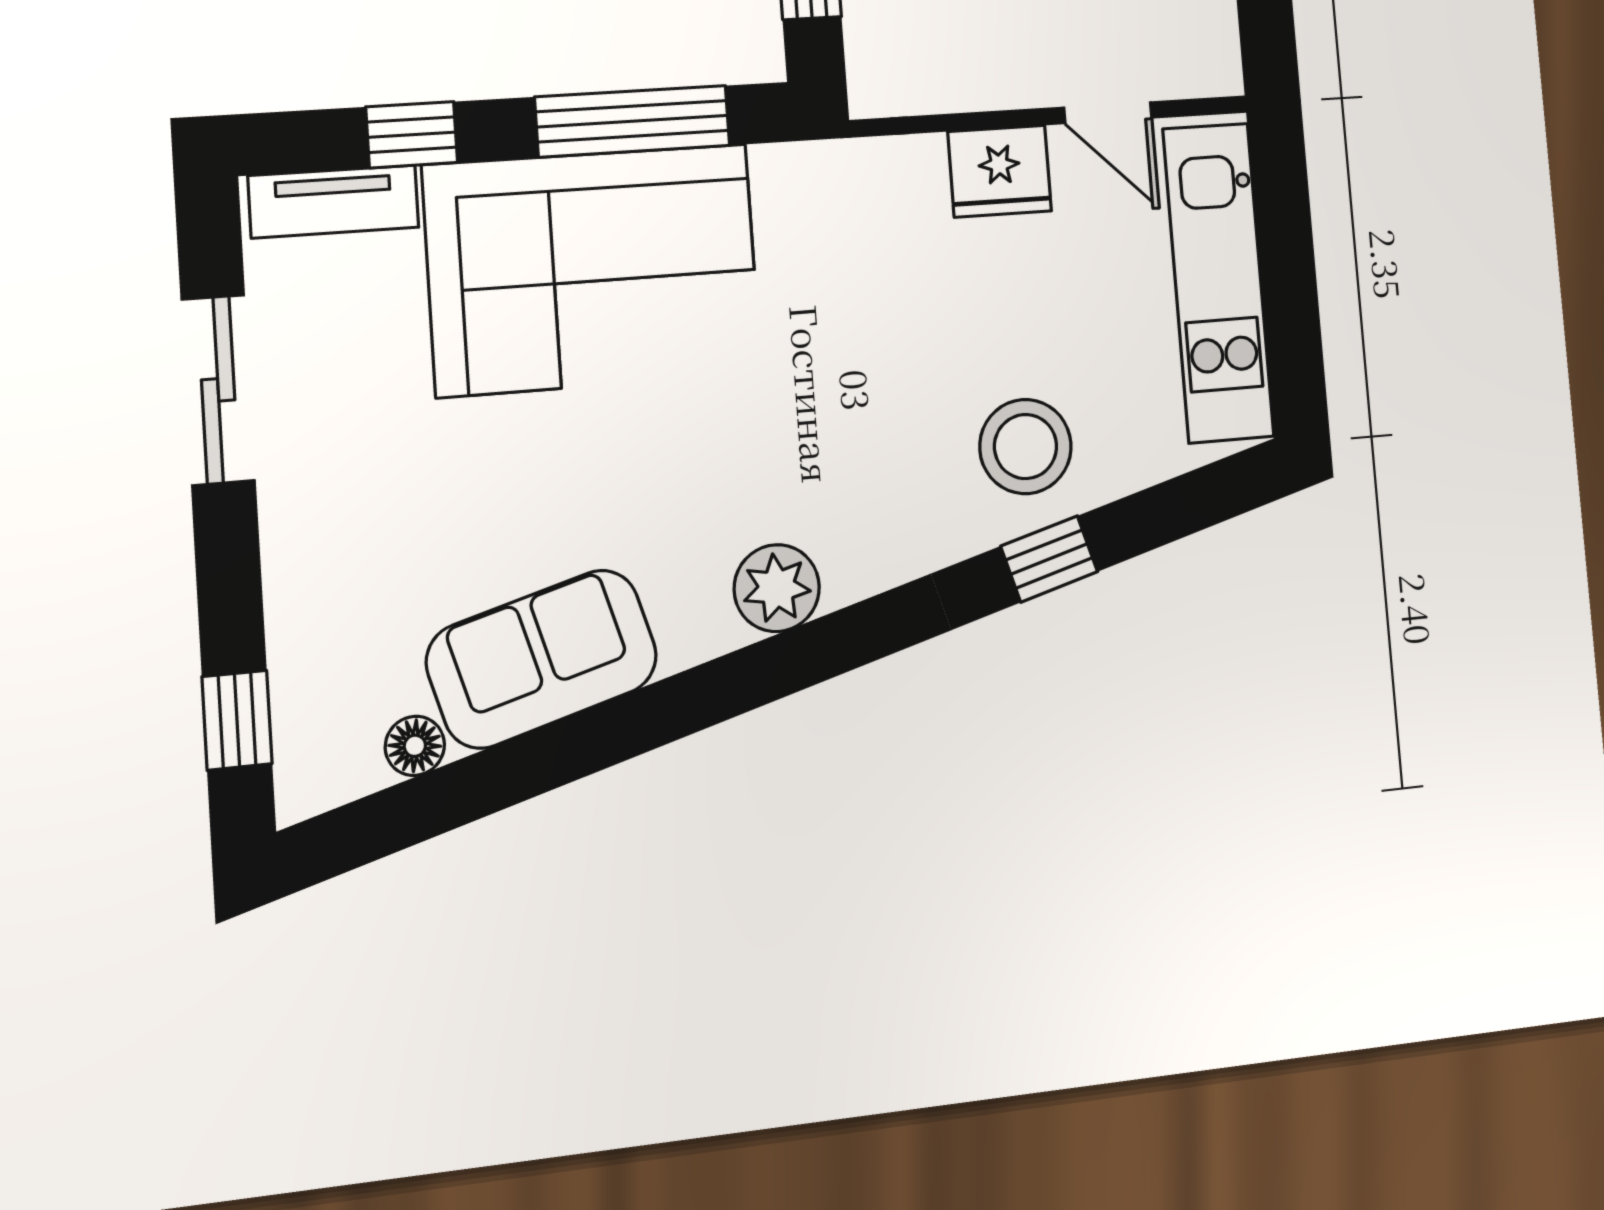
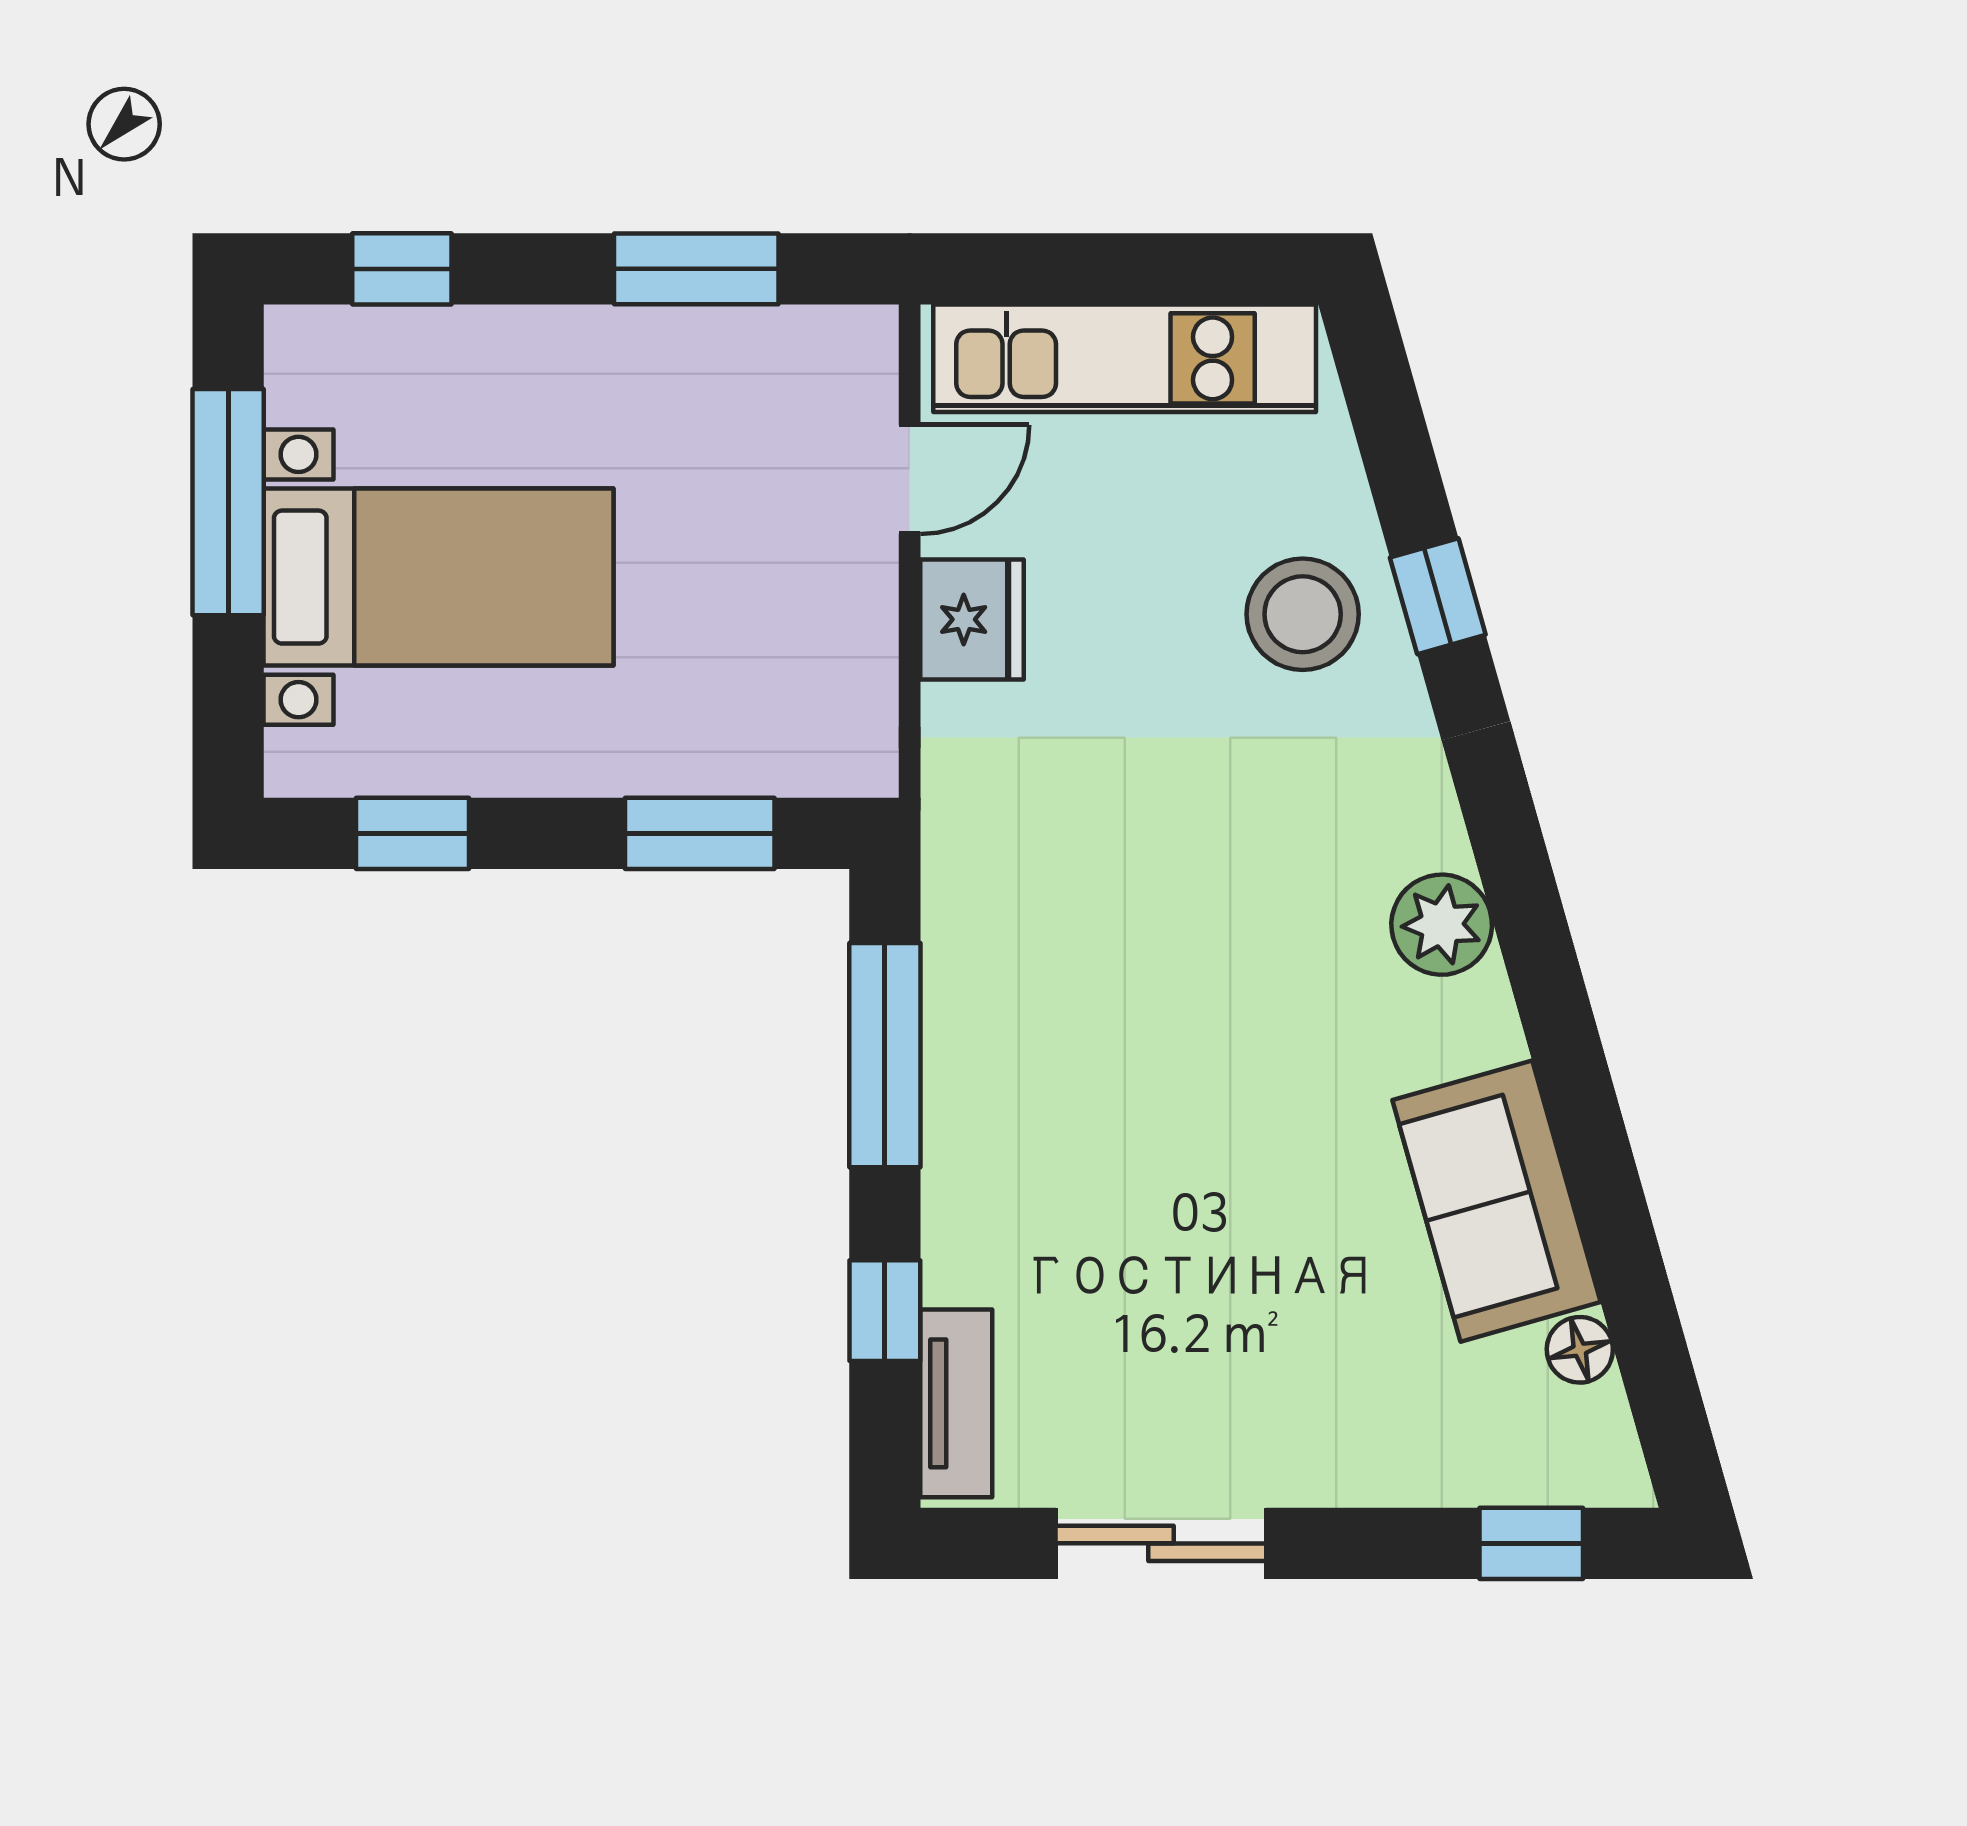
corner sofa: (593, 269) -> (1055, 1113), removed

